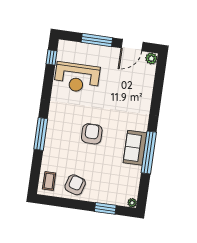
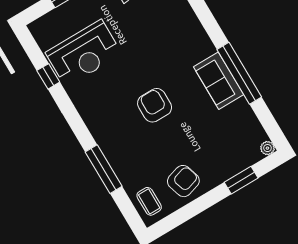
window: (52, 57) -> (48, 76), moved
window: (41, 134) -> (104, 169), moved
armchair: (75, 185) -> (183, 181), turned 56

